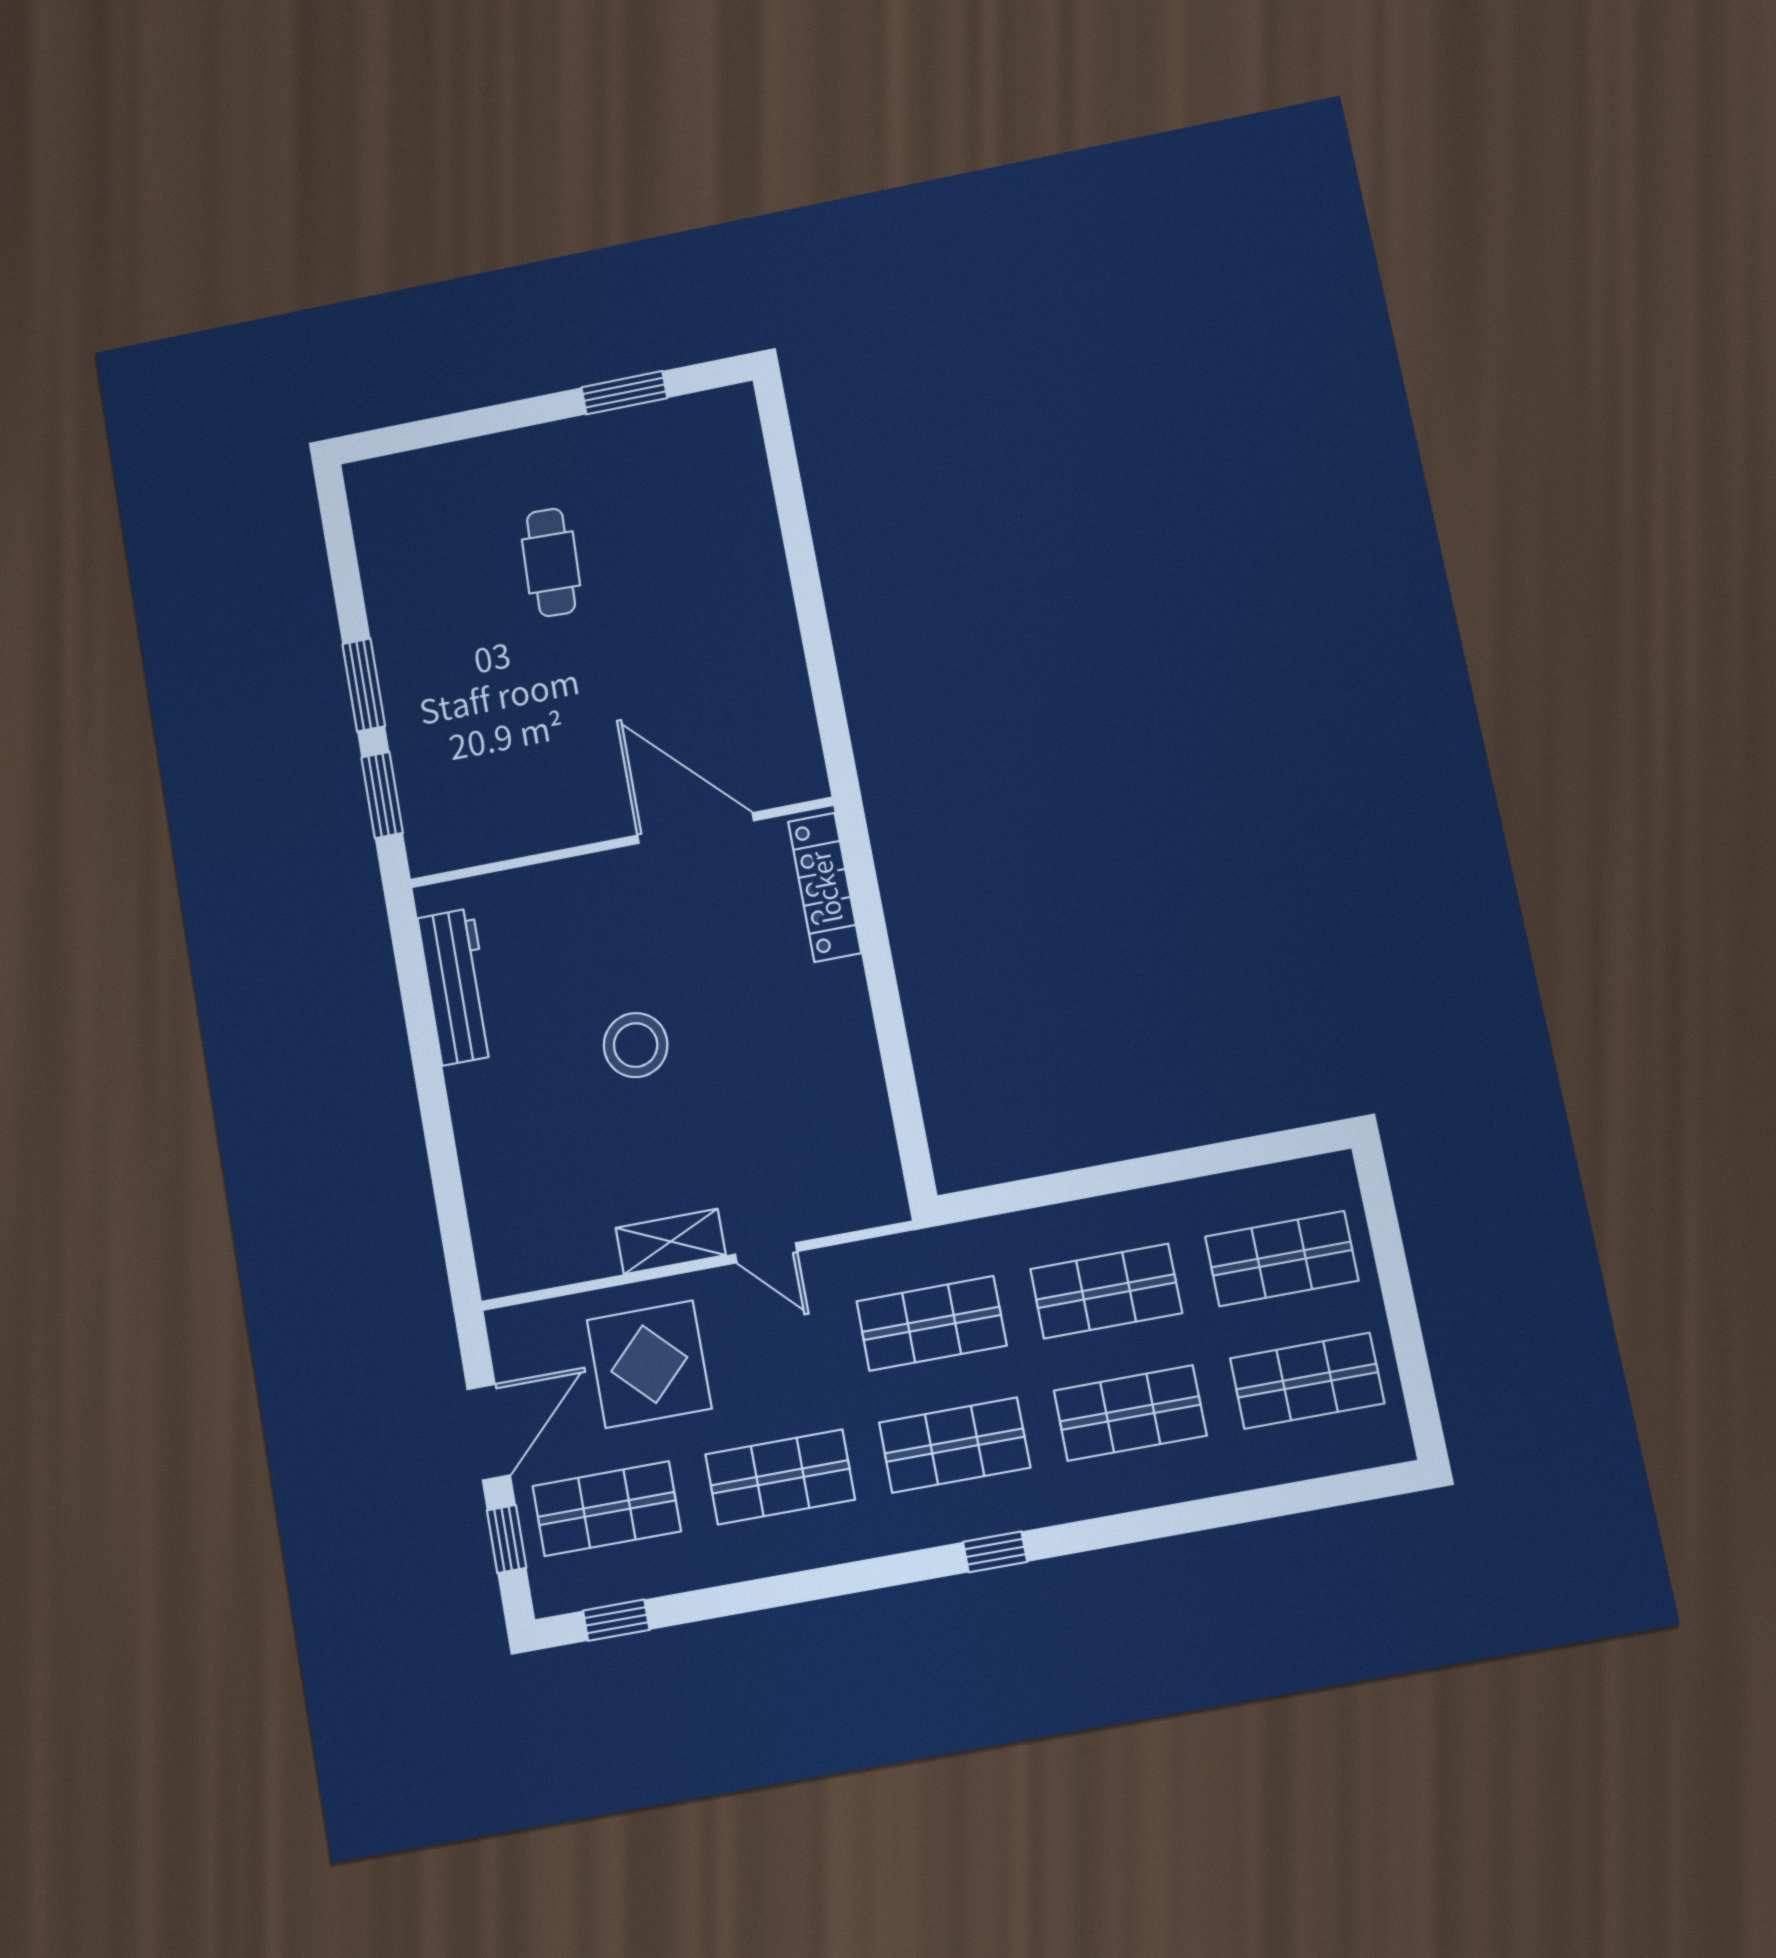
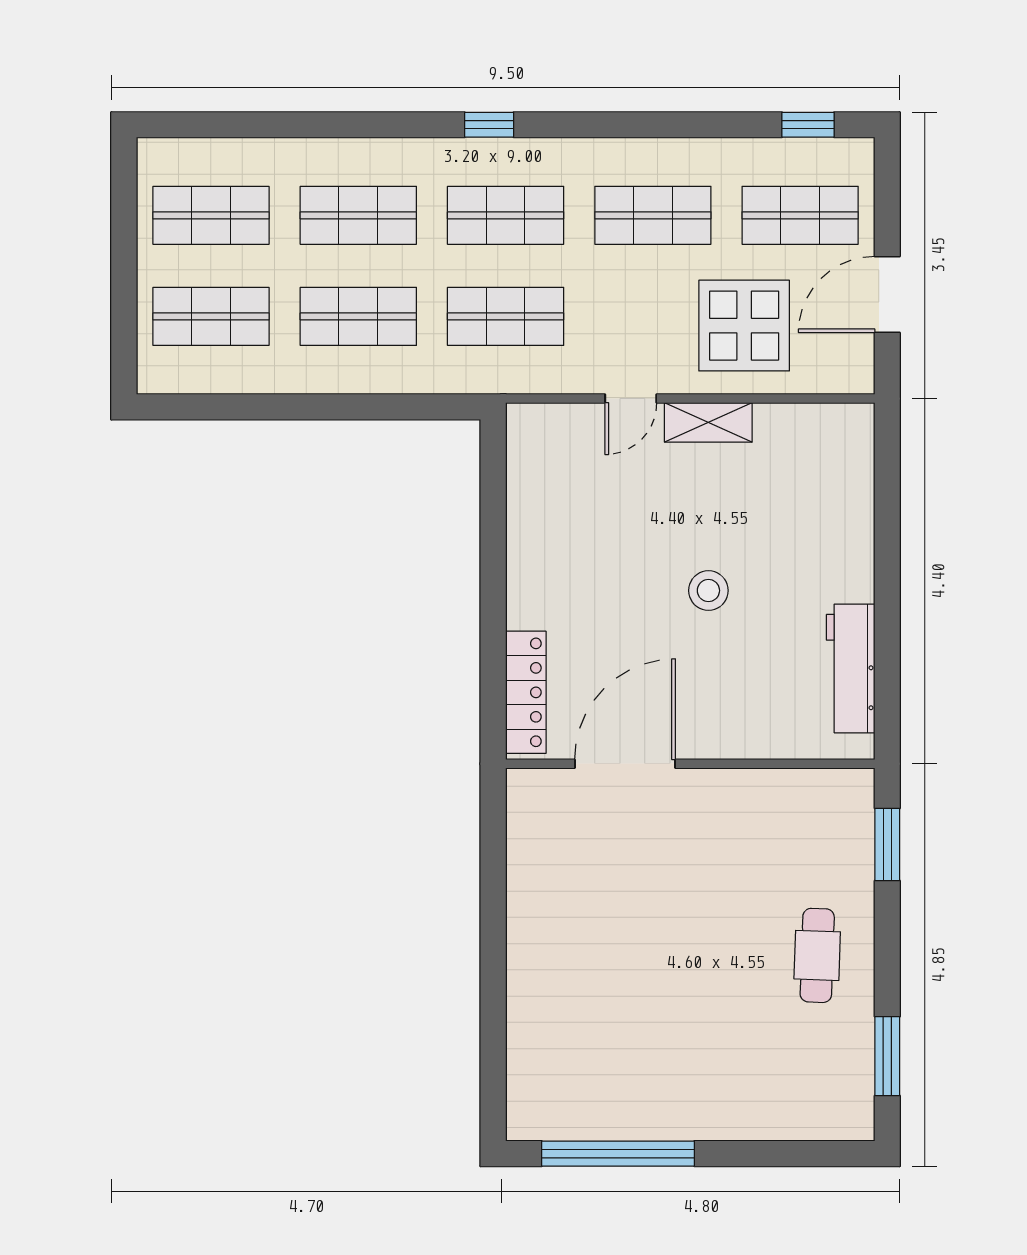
window: (624, 393) -> (618, 1154), width x2.11
cafe table: (551, 562) -> (817, 955), moved
window: (364, 685) -> (887, 1056), moved
door: (696, 828) -> (625, 764), swing flipped
stool: (636, 1045) -> (708, 591), width x0.73, depth x0.73
door: (766, 1253) -> (631, 399), swing flipped
window: (507, 1539) -> (887, 206), removed

